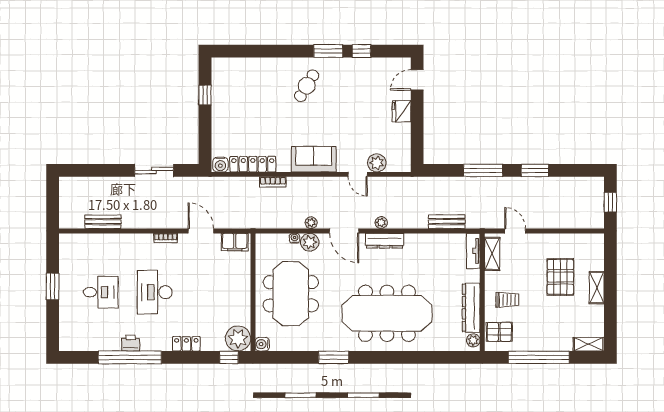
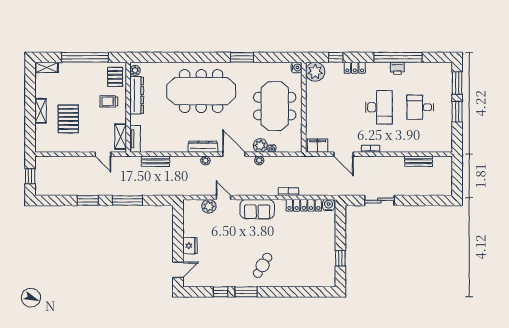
window: (53, 324) -> (457, 83), added
pallet: (499, 332) -> (115, 77), turned 90
window: (229, 357) -> (336, 57), moved

